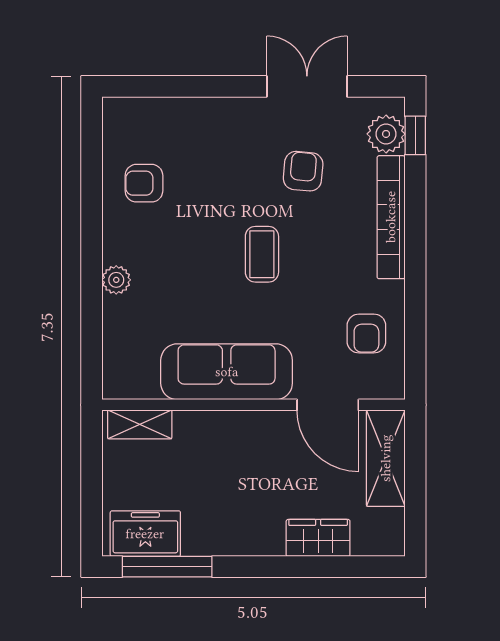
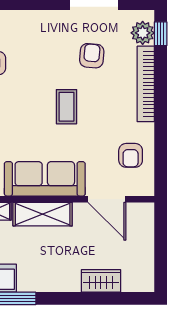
shelving: (386, 458) -> (43, 214), moved, turned 90

